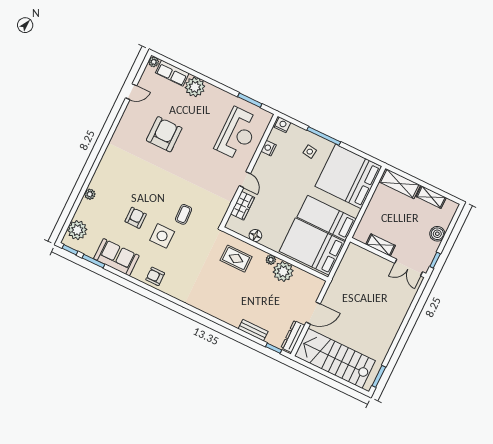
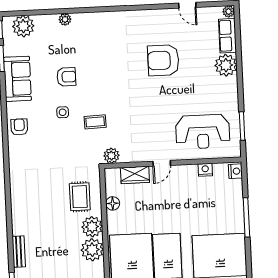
armchair: (164, 134) -> (163, 60), turned 180
side table: (310, 152) -> (224, 212), removed
plant: (217, 216) -> (111, 156), added
side table: (162, 236) -> (63, 112), width x0.54, depth x0.54
plant: (271, 260) -> (92, 227), width x1.88, depth x1.88

